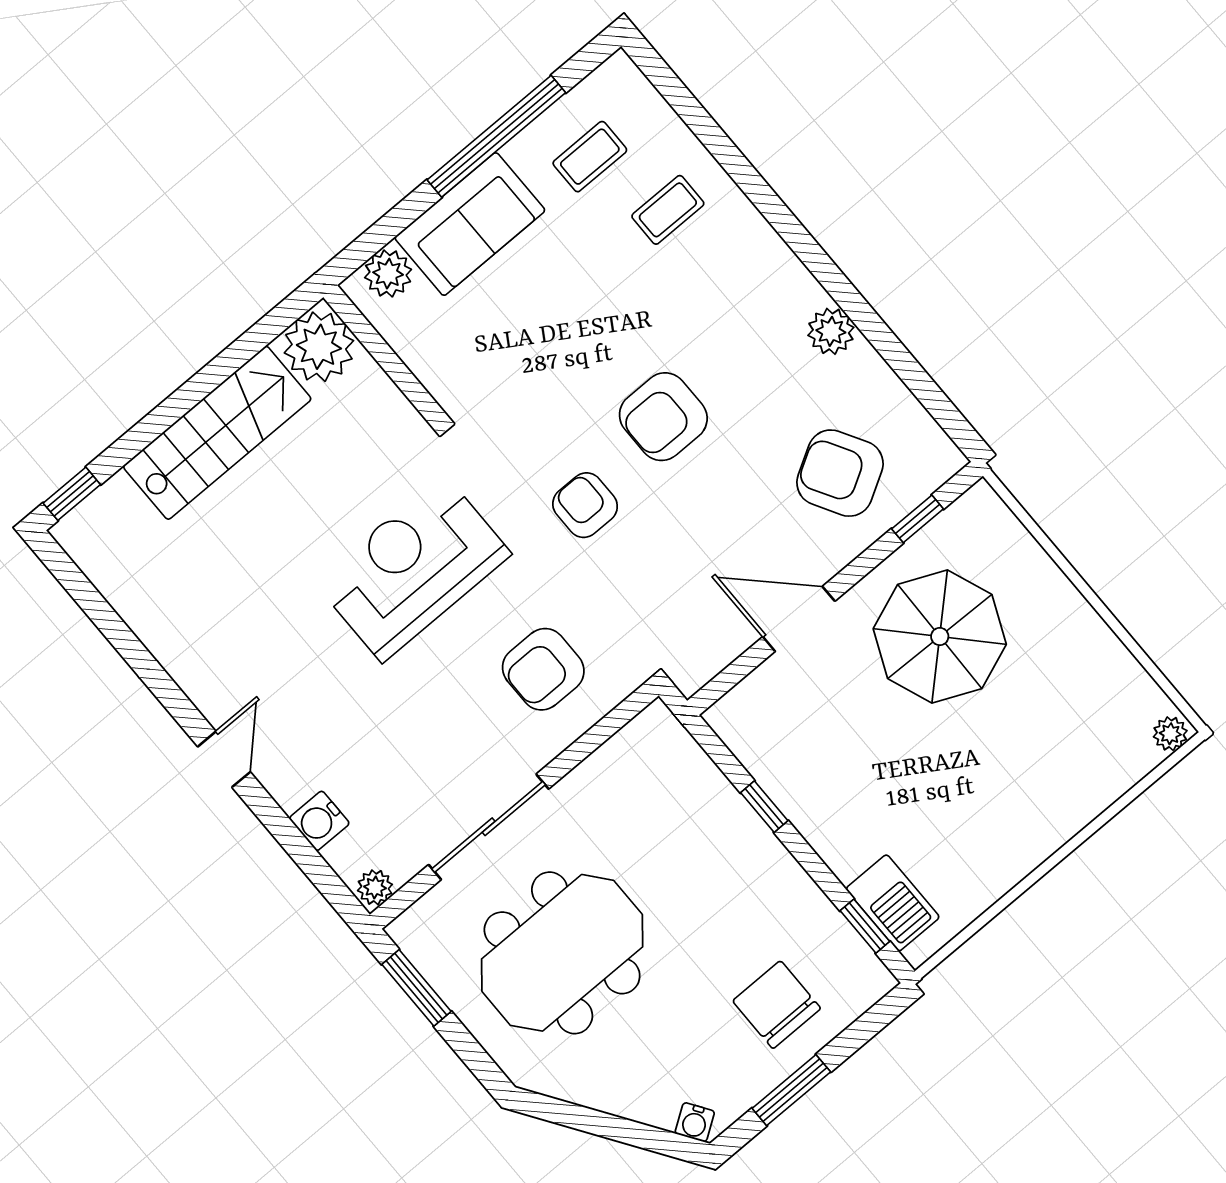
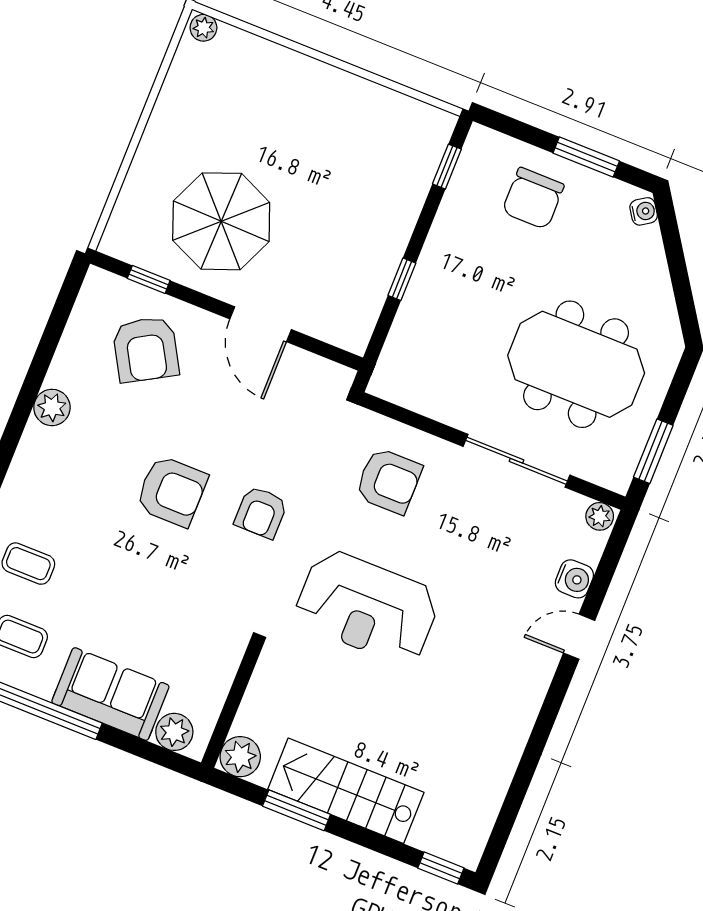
plant: (319, 347) -> (240, 757), width x0.73, depth x0.73
window: (225, 365) -> (296, 810), added
door: (224, 759) -> (579, 637), moved
barbecue: (893, 903) -> (421, 156), removed

